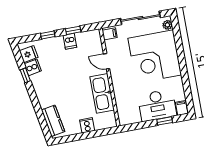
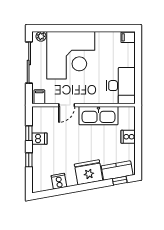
fridge: (29, 54) -> (89, 172), moved, width x1.88, depth x1.34
window: (25, 75) -> (120, 181), moved
desk: (157, 105) -> (121, 86), moved
window: (165, 121) -> (138, 57), removed

